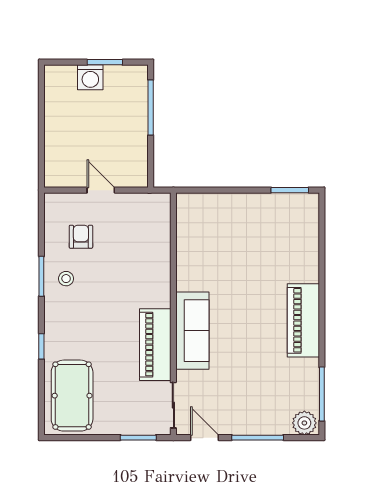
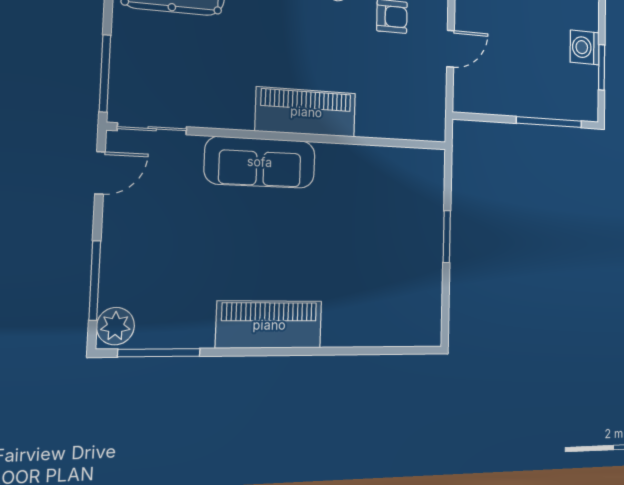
window: (290, 190) -> (447, 237), moved
piano: (155, 345) -> (306, 112), moved
window: (138, 438) -> (105, 73), width x1.44
window: (258, 438) -> (95, 281), moved

